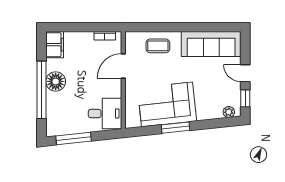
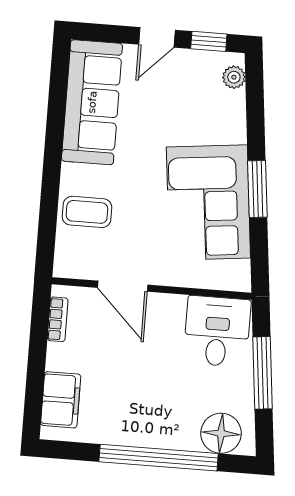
filing cabinet: (55, 45) -> (61, 400), moved, turned 90
coffee table: (158, 46) -> (87, 212), turned 90
floor lamp: (56, 81) -> (221, 433), moved
window: (74, 139) -> (263, 373), moved

